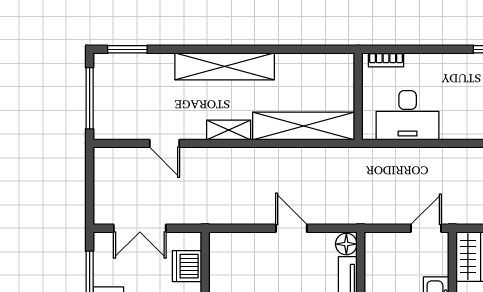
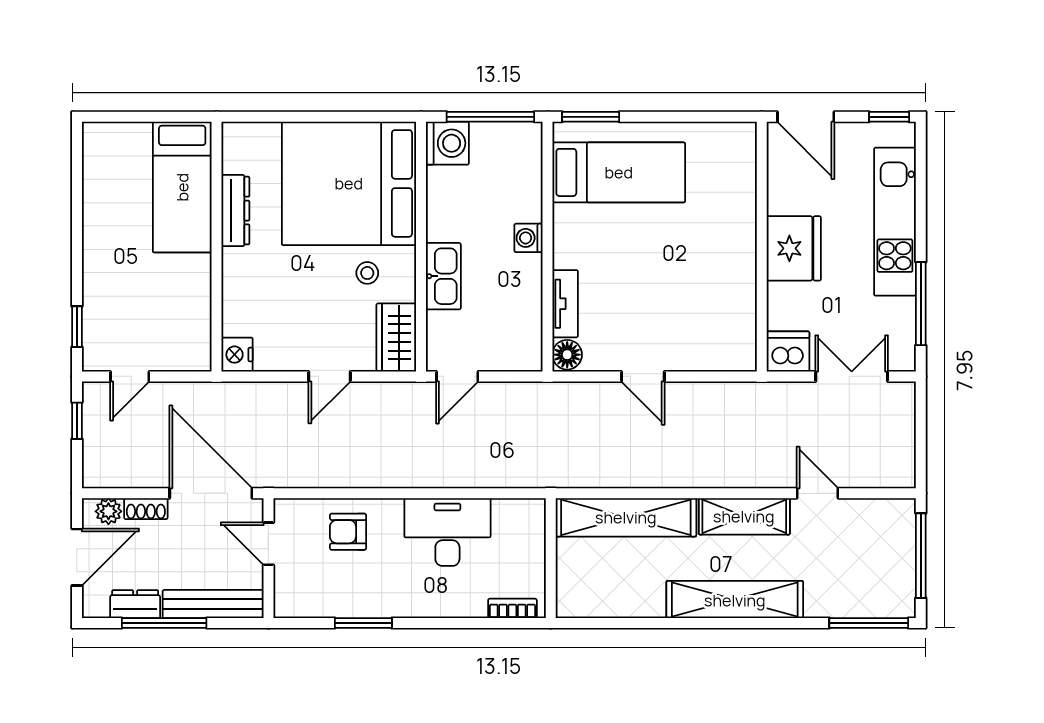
window: (127, 49) -> (869, 623), width x1.44
desk: (408, 115) -> (447, 532), moved
shelving: (229, 130) -> (744, 516), width x1.50, depth x1.33
dishwasher: (187, 266) -> (788, 352), moved, turned -90

